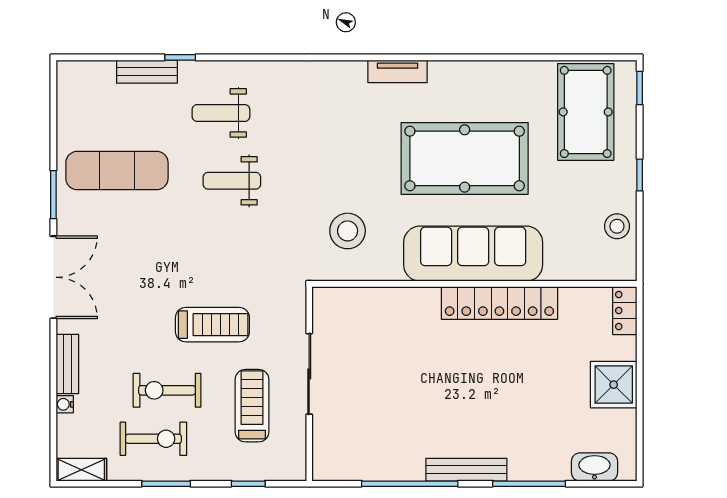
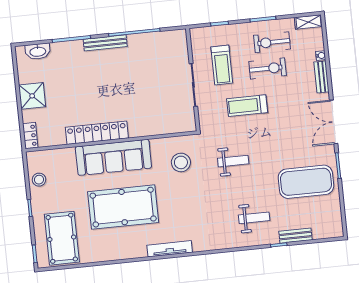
tv unit: (398, 71) -> (170, 249), width x1.41
exercise mat: (117, 171) -> (306, 182), width x1.47
weight bench: (232, 181) -> (233, 161), moved

